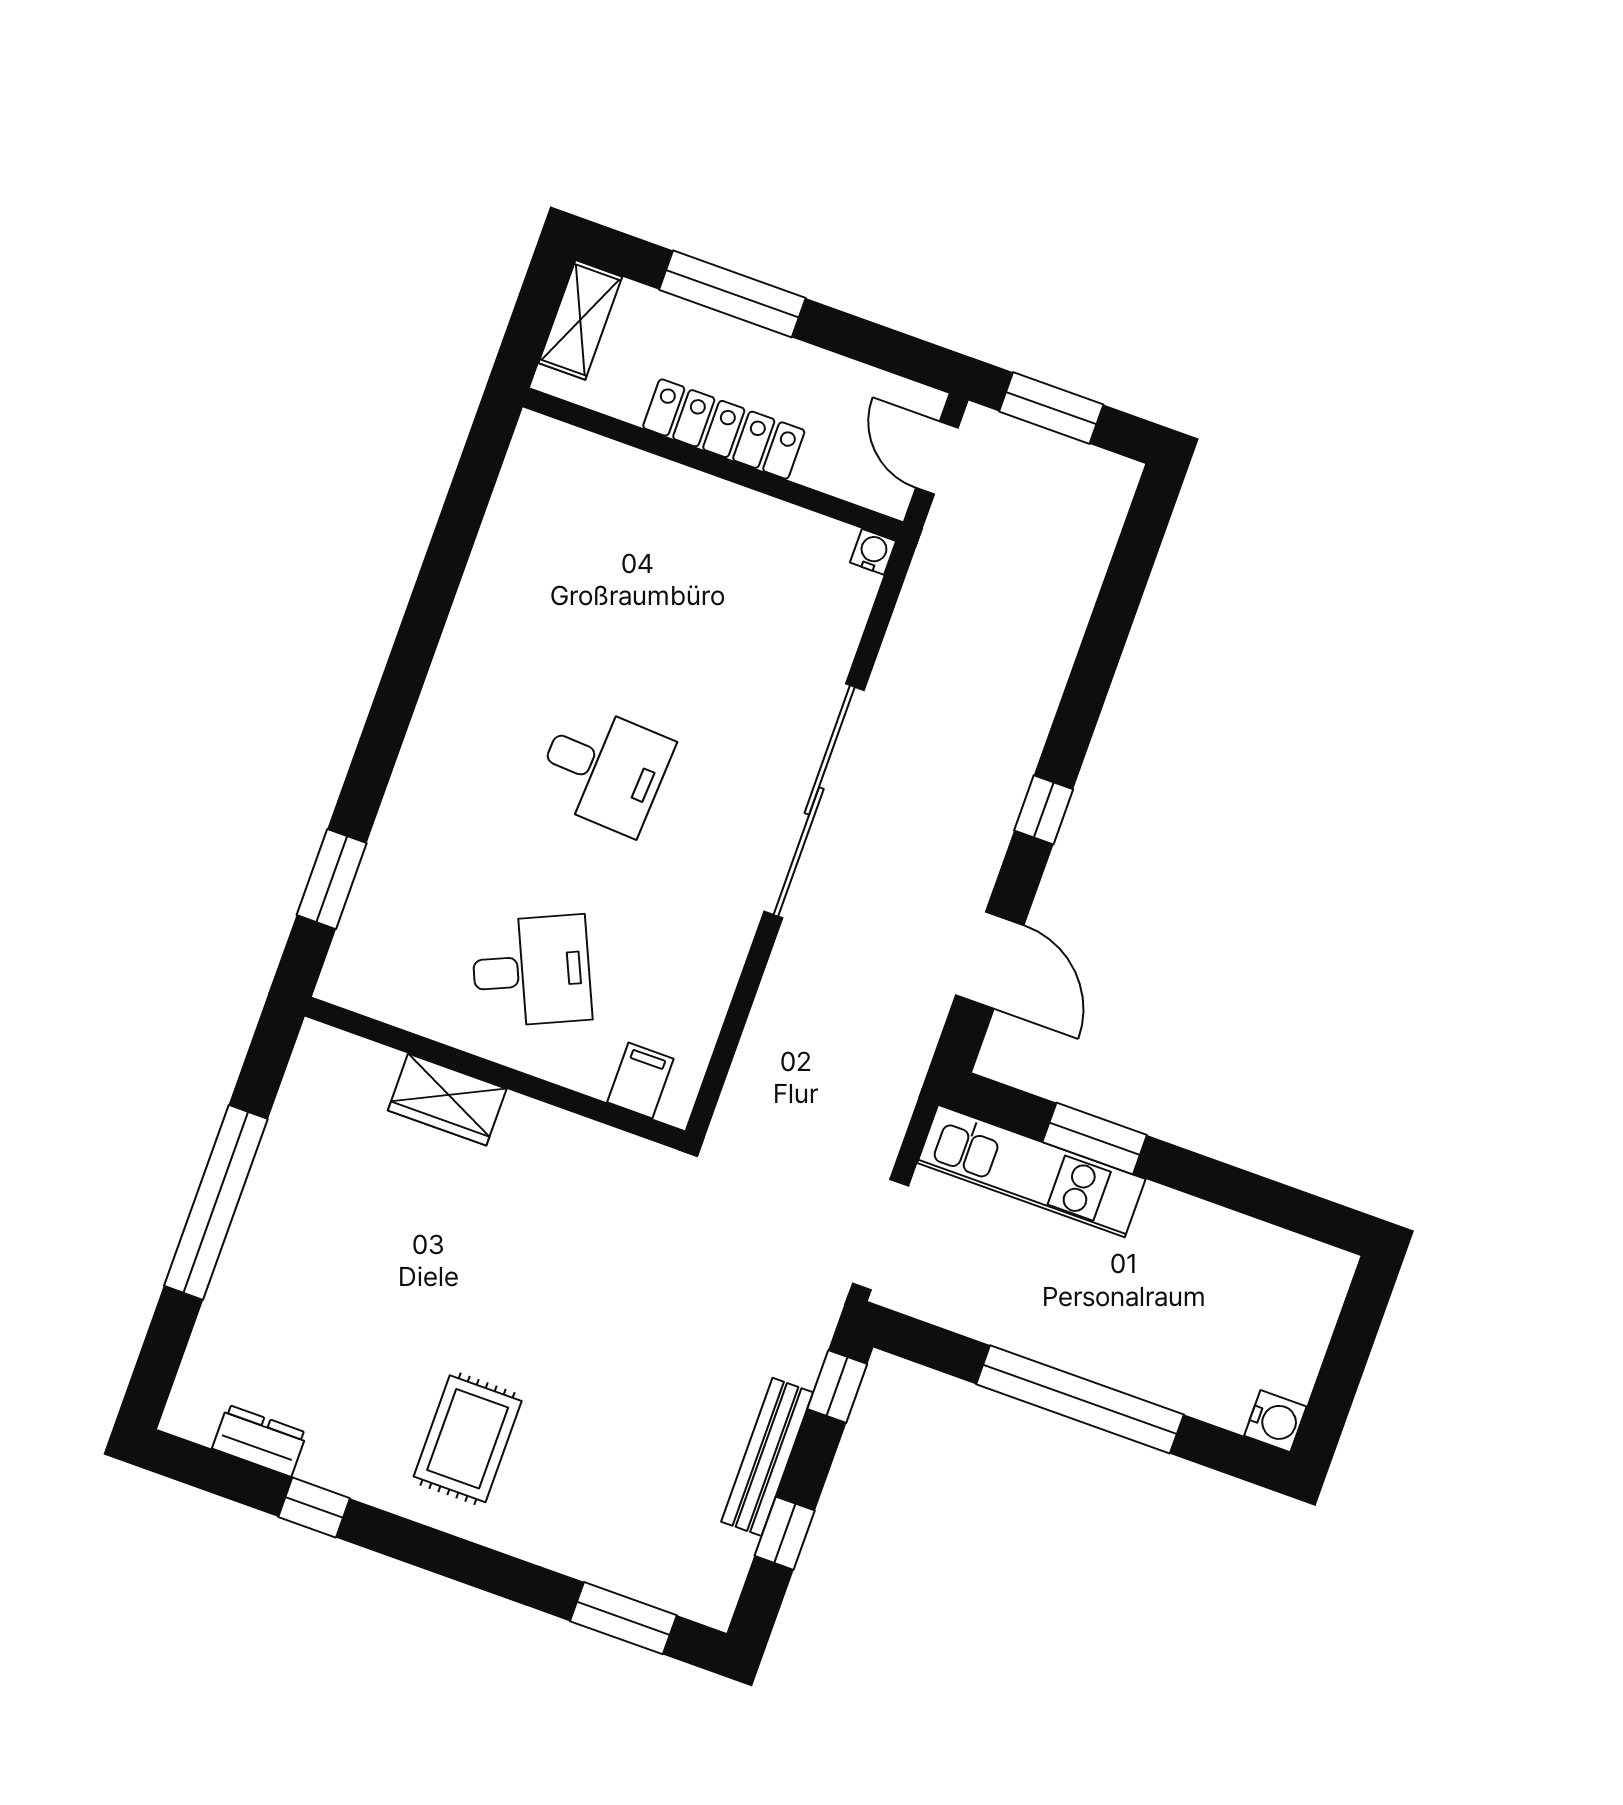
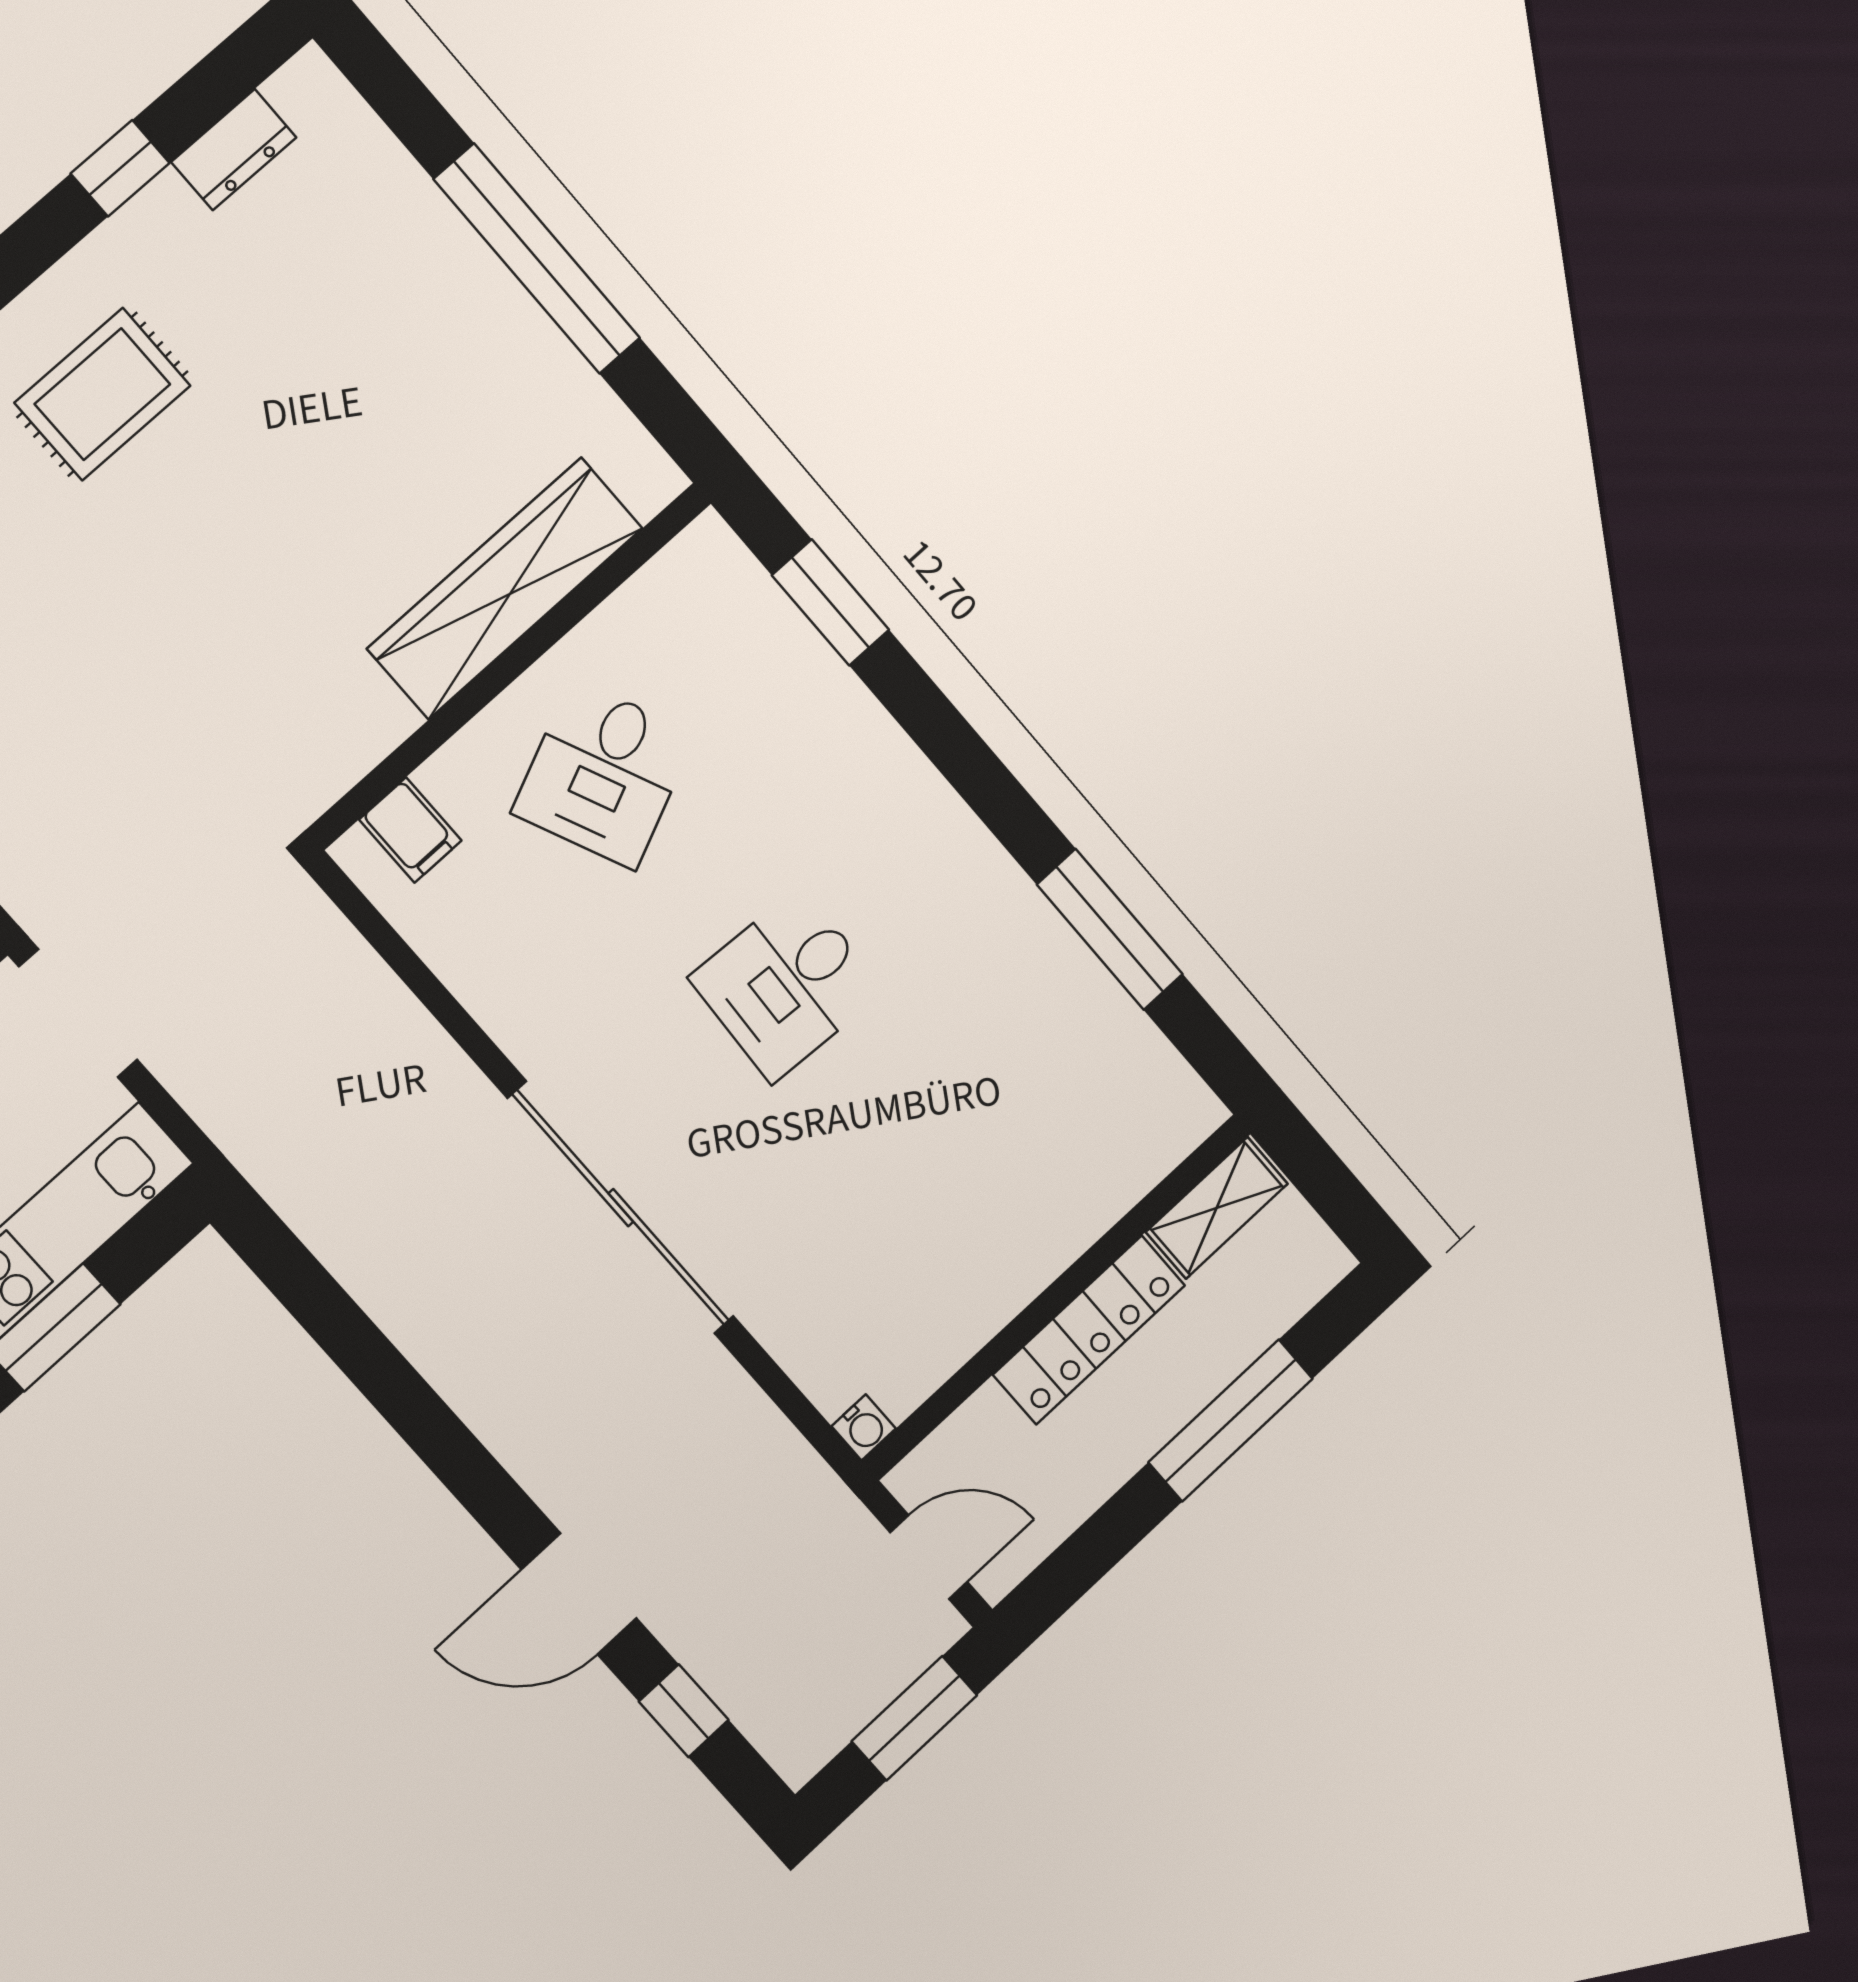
shelving: (580, 320) -> (1217, 1208), moved, turned 90
window: (444, 564) -> (1110, 929), added
window: (1044, 810) -> (684, 1711), moved
door: (990, 960) -> (579, 1594), moved
wardrobe: (447, 1100) -> (505, 588), width x2.10, depth x1.17
rug: (468, 1439) -> (103, 394), turned 90

